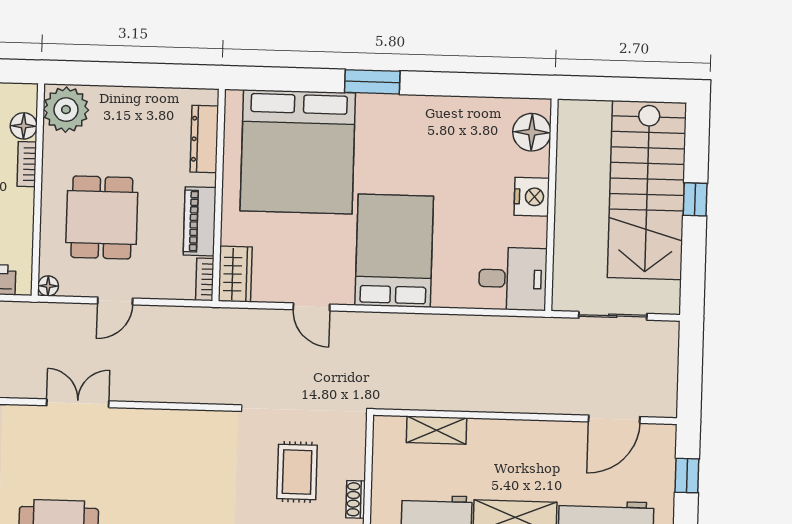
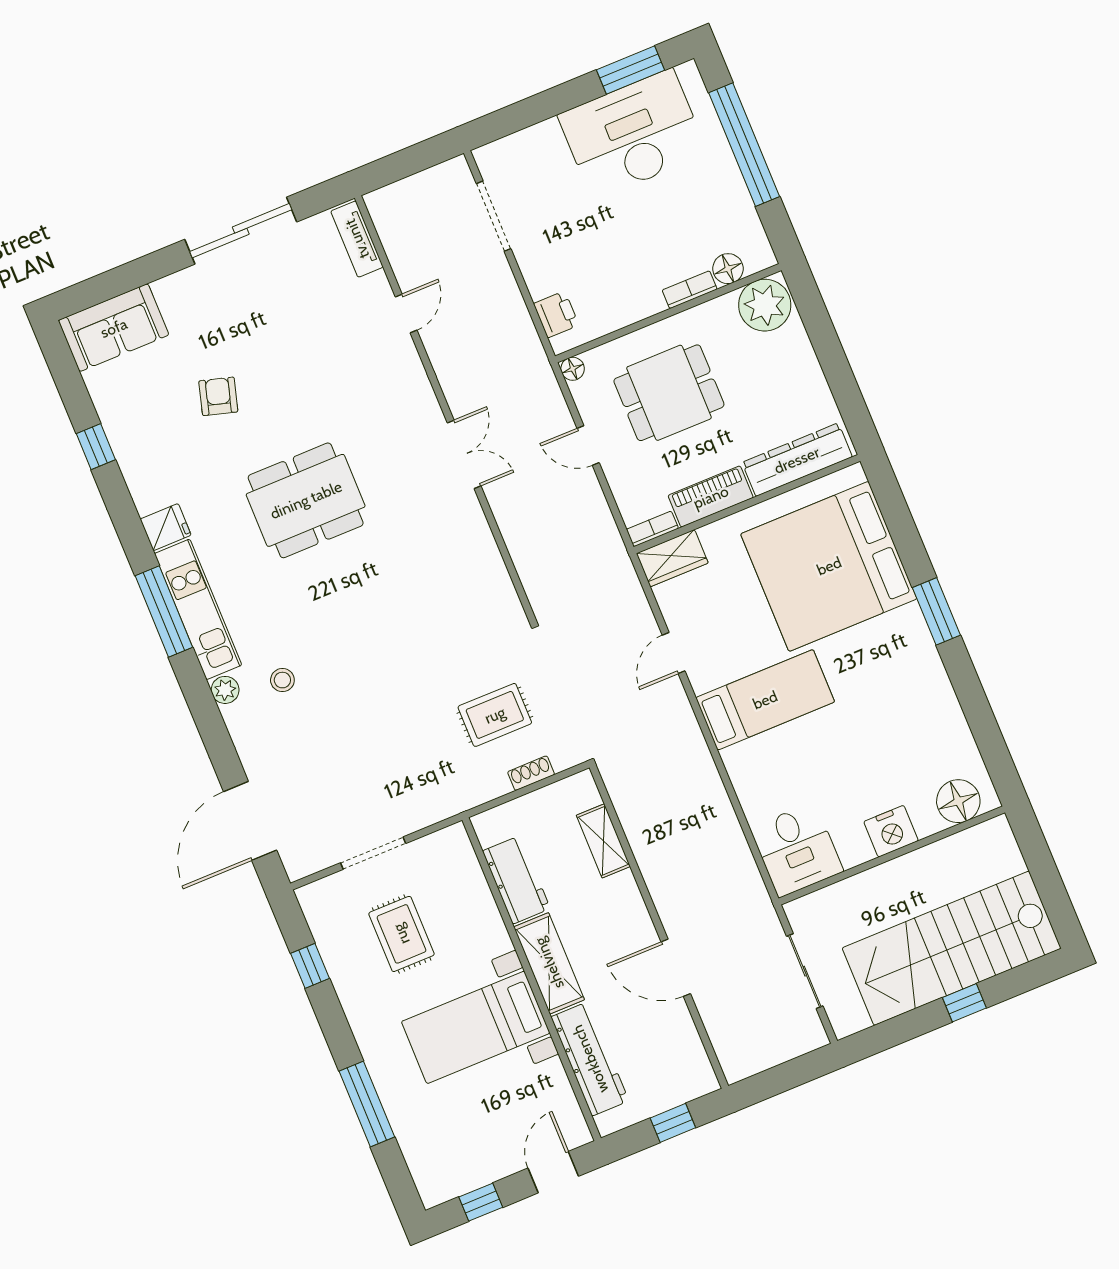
dresser: (204, 139) -> (797, 460), width x1.37, depth x1.24
bed: (394, 251) -> (765, 700), width x0.67
door: (614, 419) -> (676, 968), moved
shoe rack: (356, 499) -> (531, 773), moved

